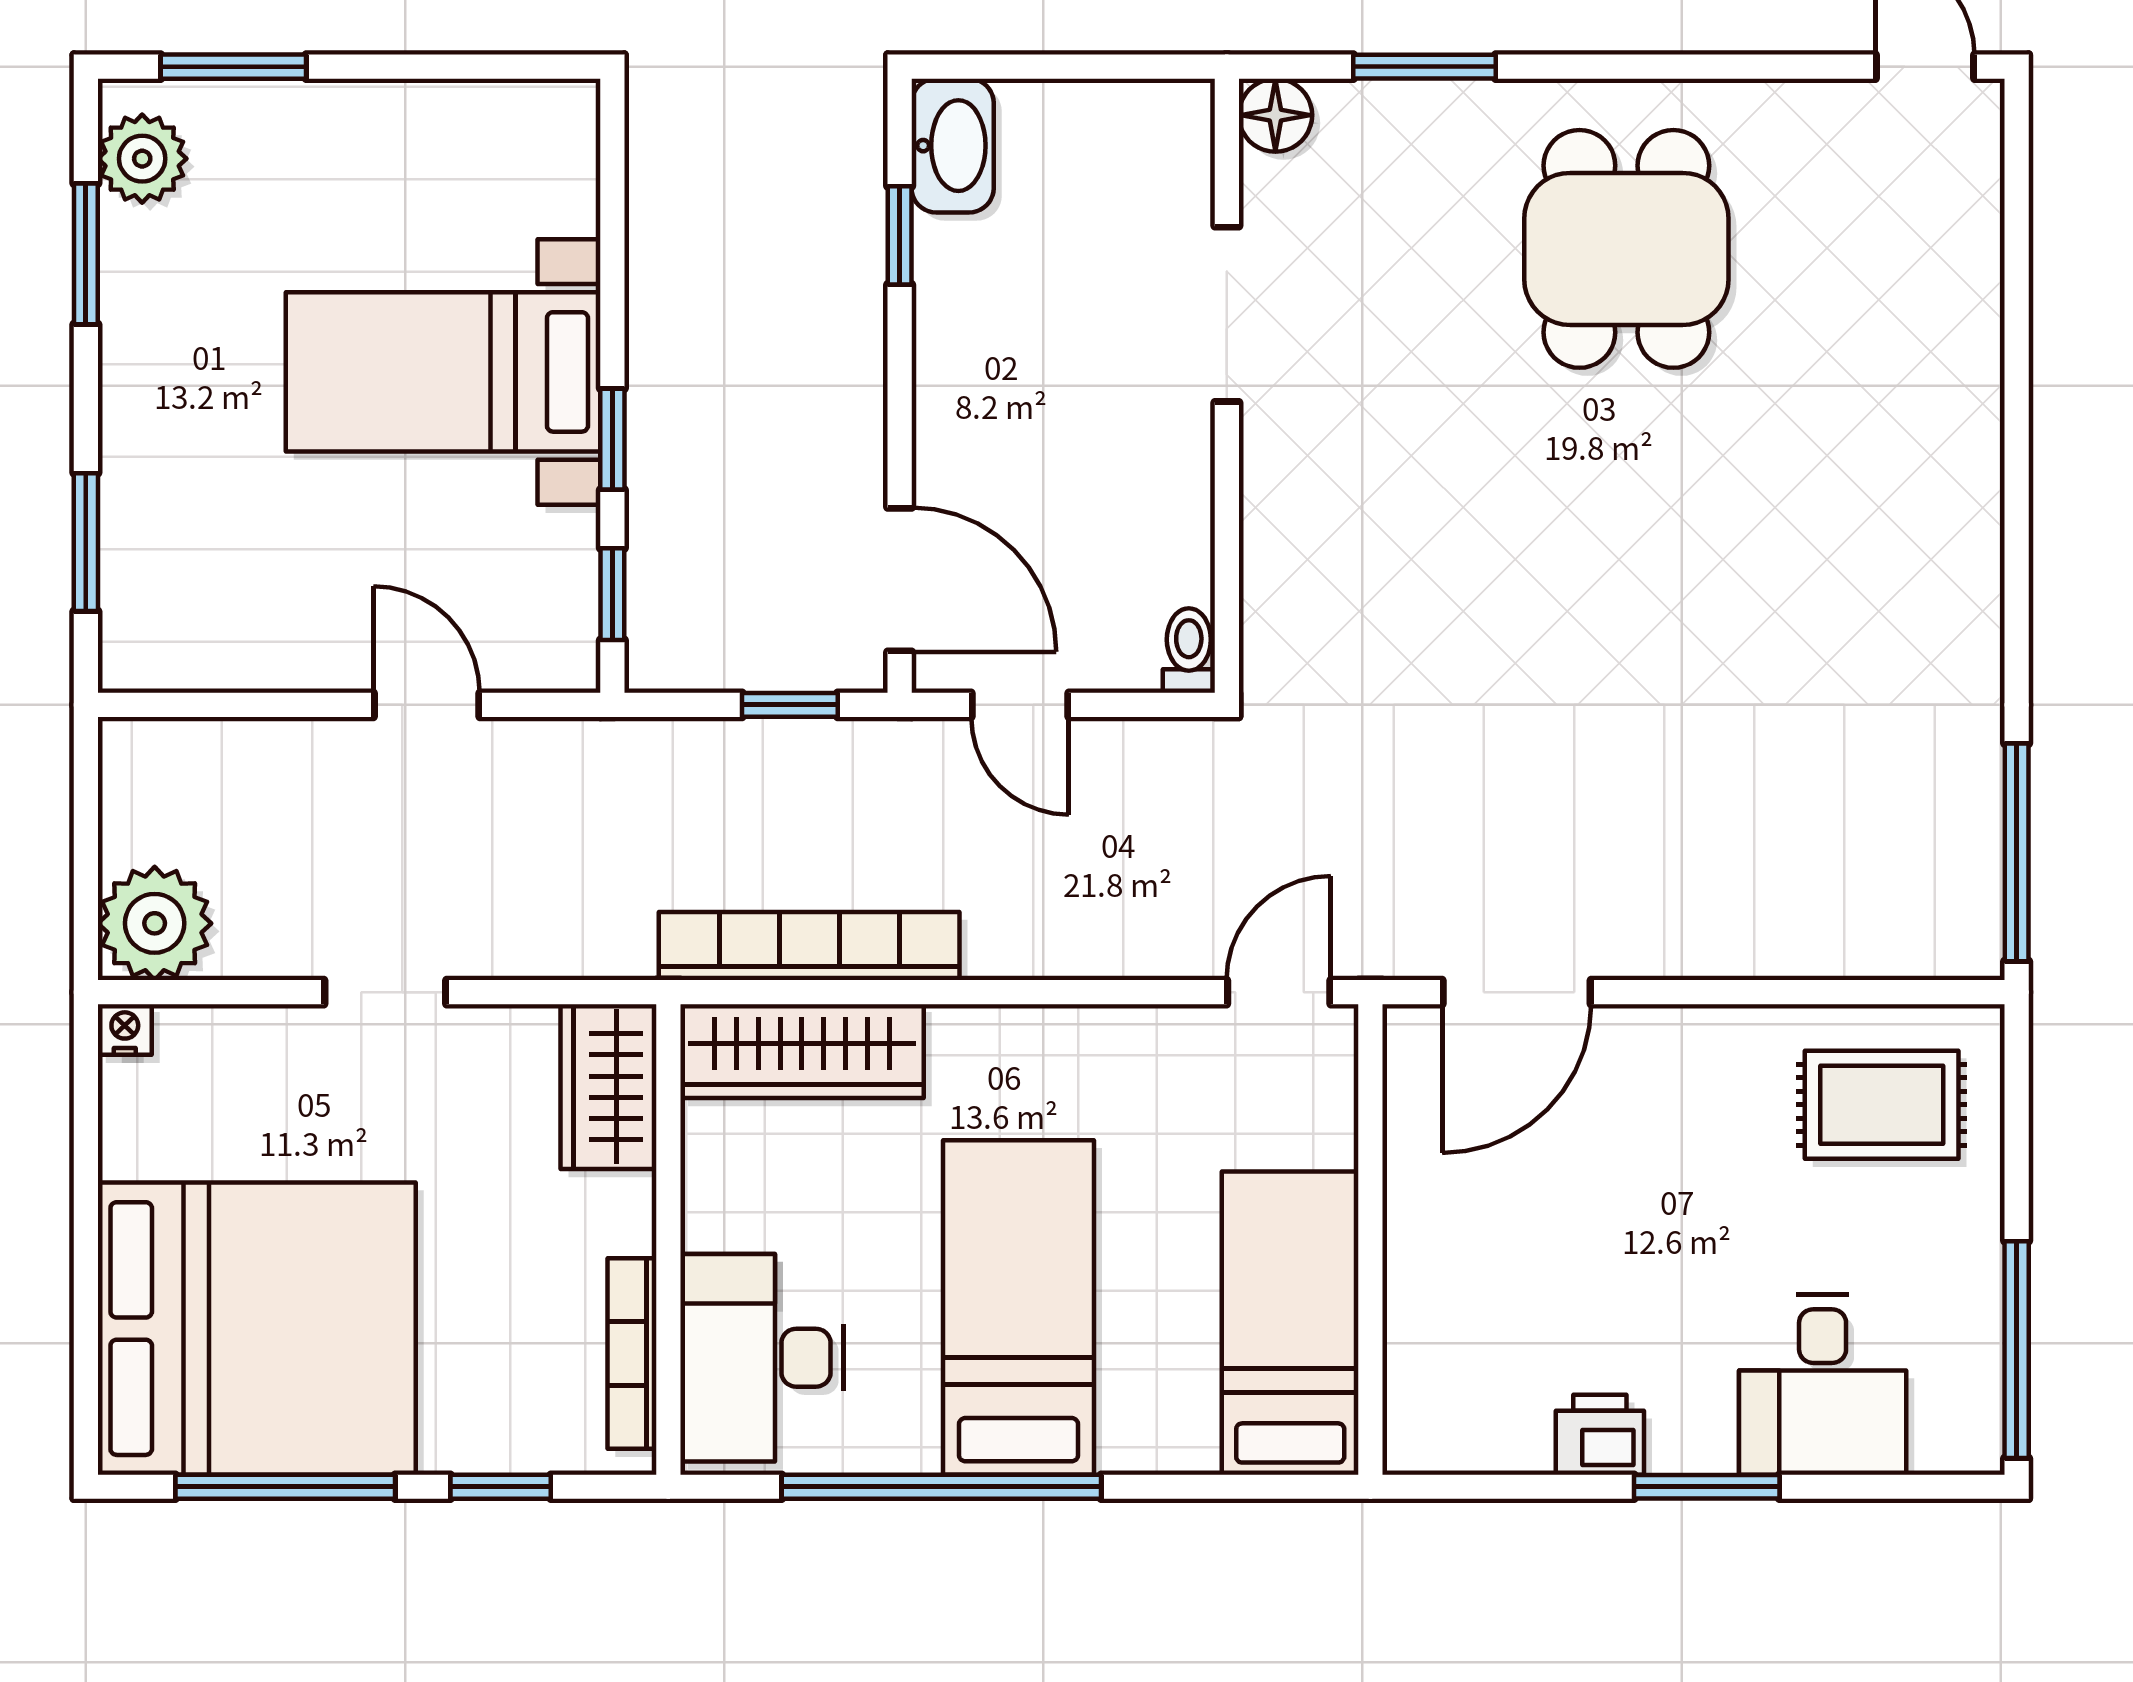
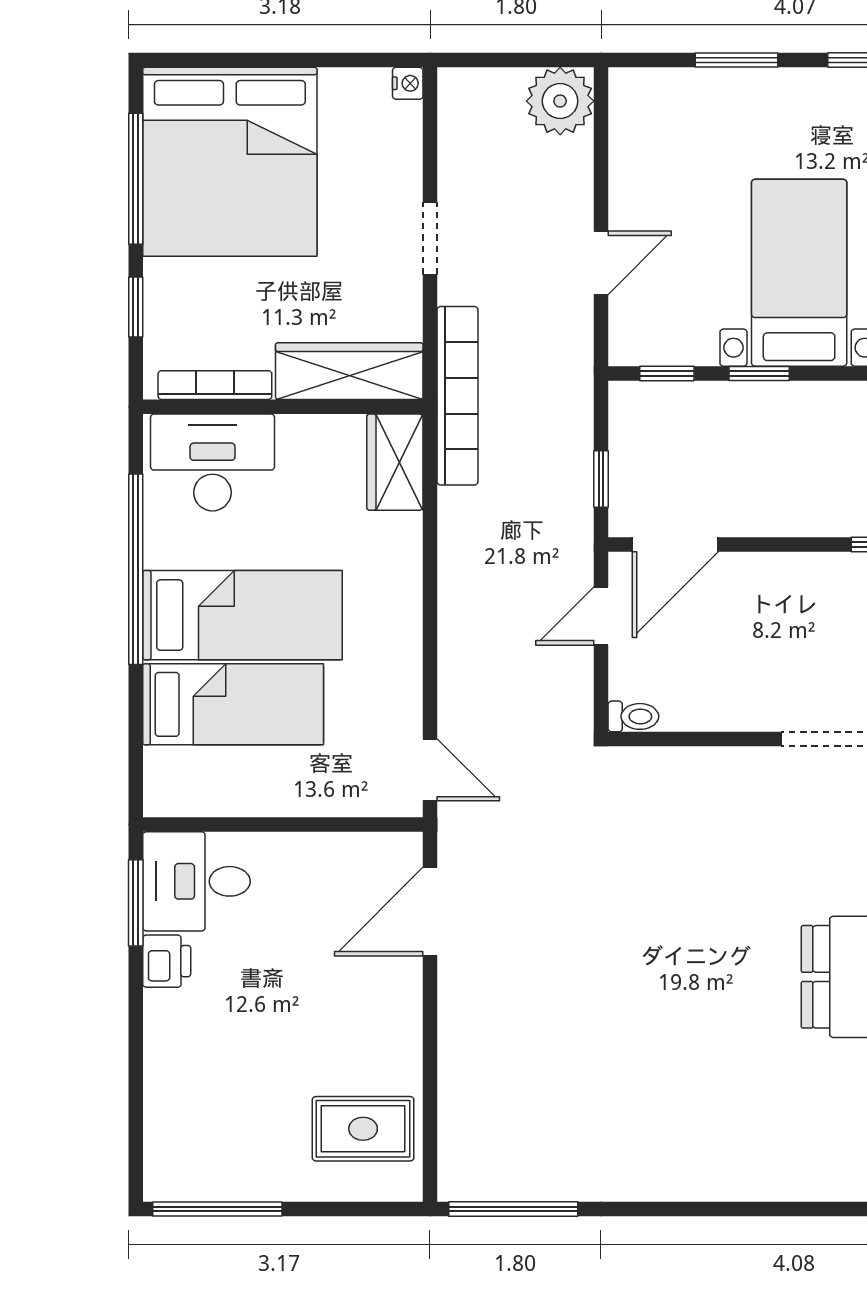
window: (86, 542) -> (737, 60), moved
plant: (155, 923) -> (560, 101), moved
bookcase: (809, 946) -> (457, 396), moved
door: (1517, 992) -> (430, 911), hinge flipped
wardrobe: (802, 1051) -> (395, 462), width x0.67
wardrobe: (608, 1087) -> (349, 371), width x1.50
rug: (1882, 1105) -> (363, 1129), turned 90
bed: (1290, 1323) -> (233, 704), moved
desk: (1823, 1385) -> (196, 881), moved
window: (1707, 1487) -> (136, 903), moved

